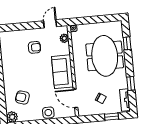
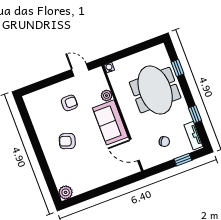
door: (50, 24) -> (80, 70), hinge flipped
plant: (64, 38) -> (107, 96), moved
armchair: (22, 98) -> (67, 141), moved
side table: (48, 113) -> (107, 175), removed

